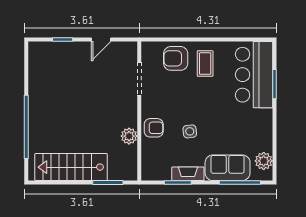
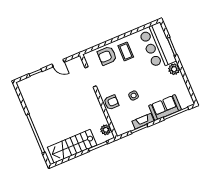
door: (101, 39) -> (58, 63), hinge flipped
plant: (129, 136) -> (106, 130), moved
plant: (264, 161) -> (174, 69), moved

